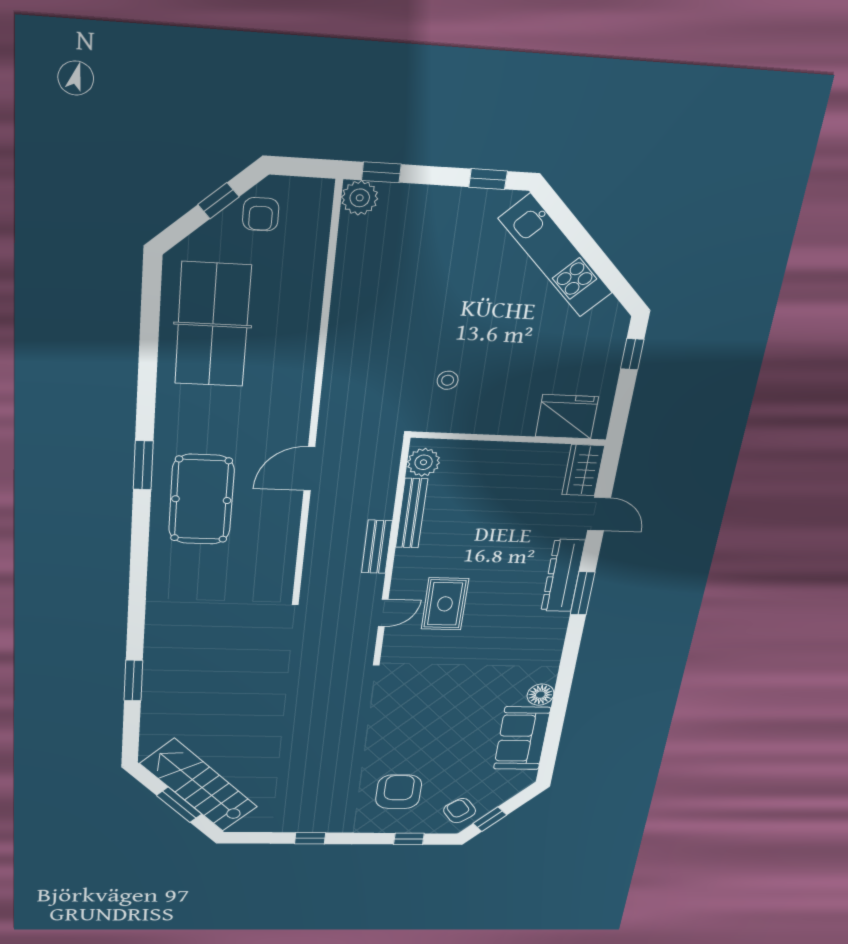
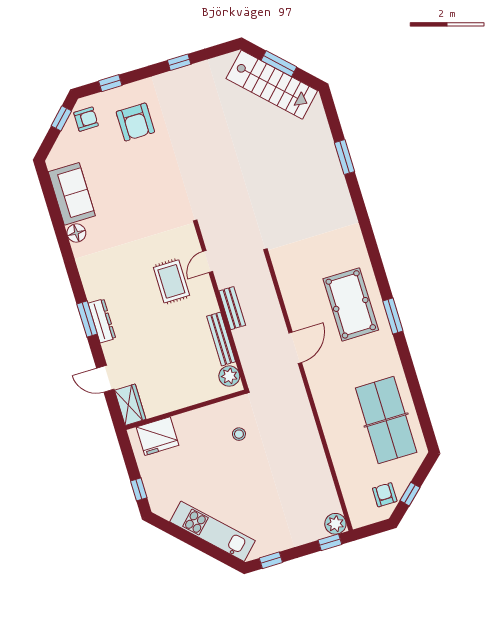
dresser: (563, 576) -> (102, 321), width x0.73, depth x0.80
armchair: (460, 811) -> (86, 119), turned -53

